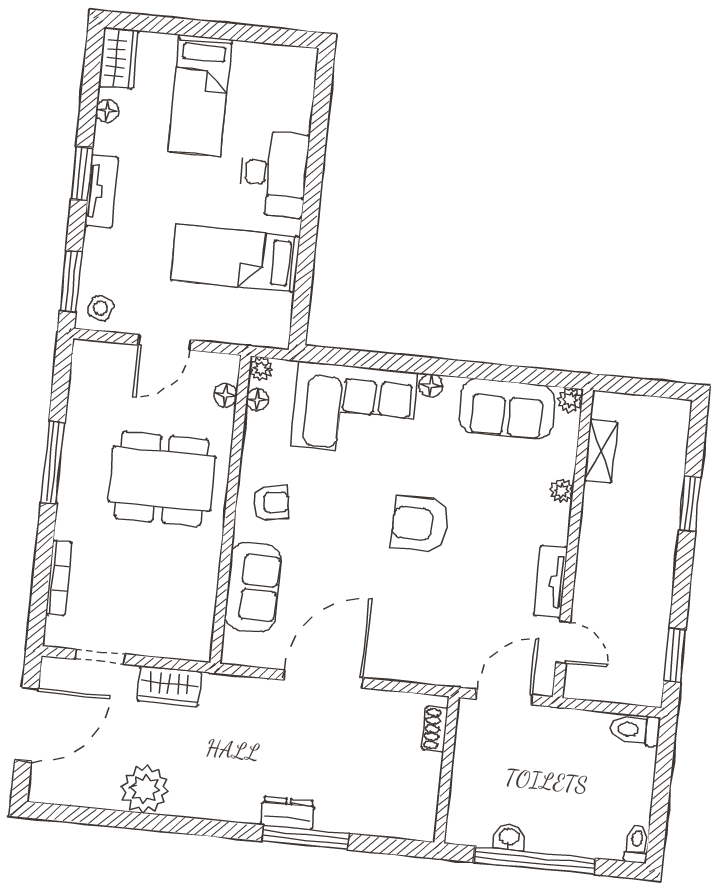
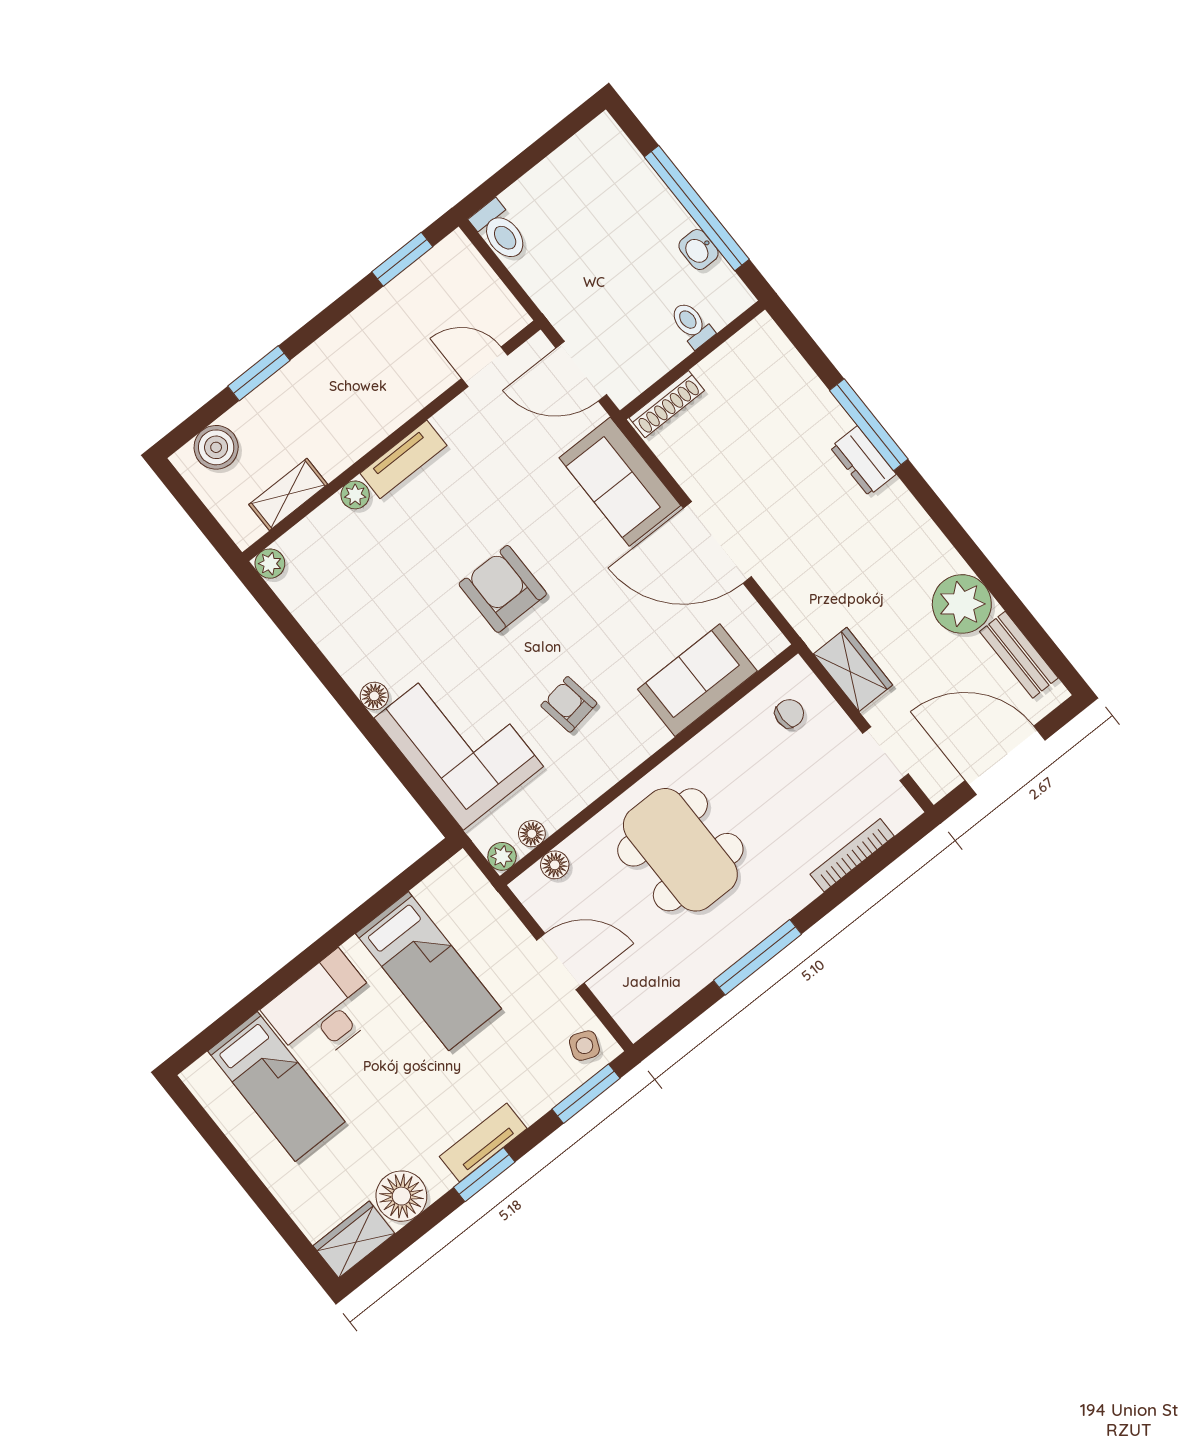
bed: (200, 95) -> (276, 1086), moved, turned 90
floor lamp: (107, 111) -> (401, 1196), width x1.89, depth x1.89
sofa: (507, 409) -> (620, 482), moved, turned 180
boiler: (671, 435) -> (216, 447), added
armchair: (271, 503) -> (569, 704), moved
armchair: (420, 524) -> (503, 589), turned 180
tv unit: (551, 581) -> (403, 459), moved
chair: (180, 623) -> (789, 714), added
door: (563, 642) -> (485, 367), hinge flipped
shoe rack: (435, 729) -> (667, 404), width x1.43
bench: (82, 794) -> (1019, 655), added
toilet: (637, 844) -> (692, 325), moved, turned 90

